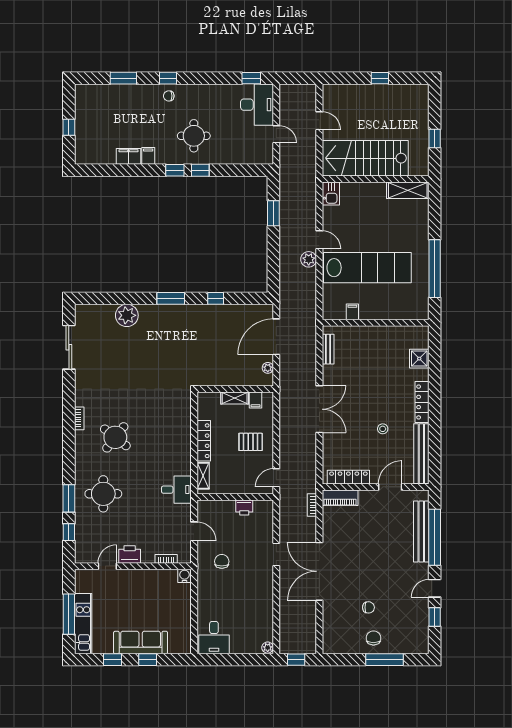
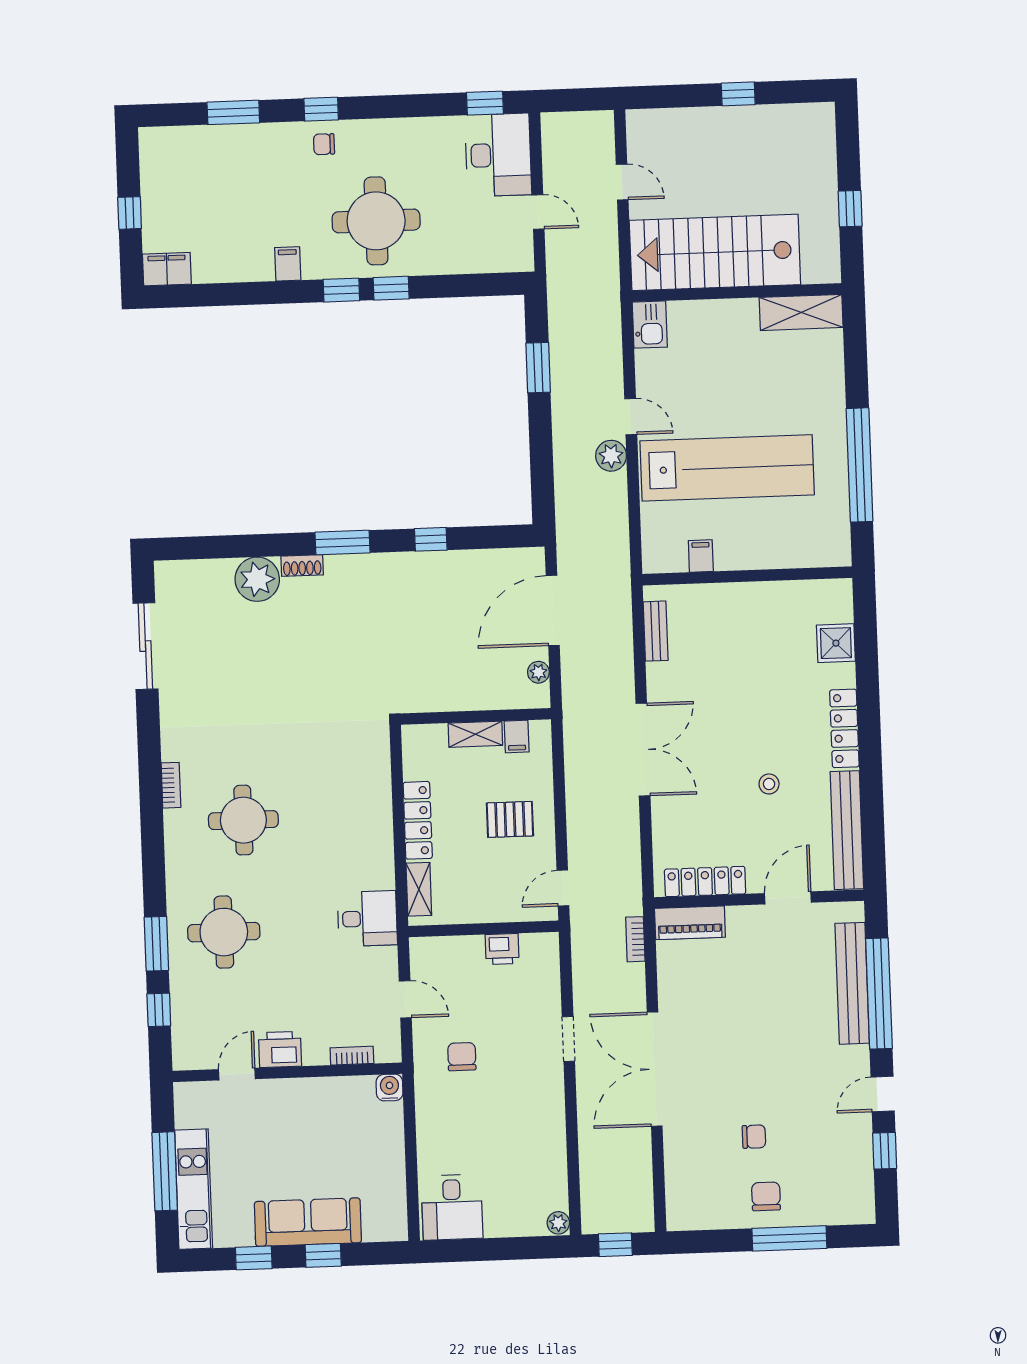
round table: (194, 136) -> (376, 221), width x1.36, depth x1.36
filing cabinet: (129, 156) -> (167, 269), moved
shoe rack: (150, 309) -> (302, 566), added
round table: (115, 437) -> (243, 820), turned -38

